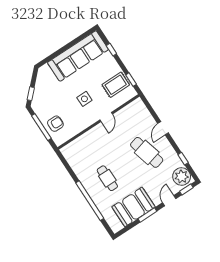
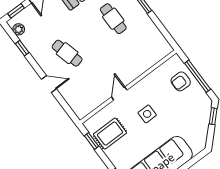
door: (163, 128) -> (49, 84), hinge flipped
cafe table: (147, 152) -> (67, 53), width x0.73, depth x0.74
plant: (182, 177) -> (19, 29), width x0.53, depth x0.53

